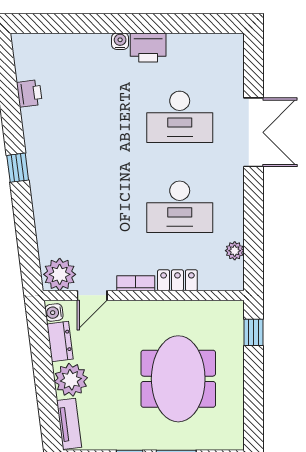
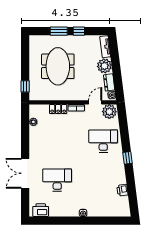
printer: (148, 47) -> (41, 210), moved
desk: (180, 207) -> (103, 141), moved

